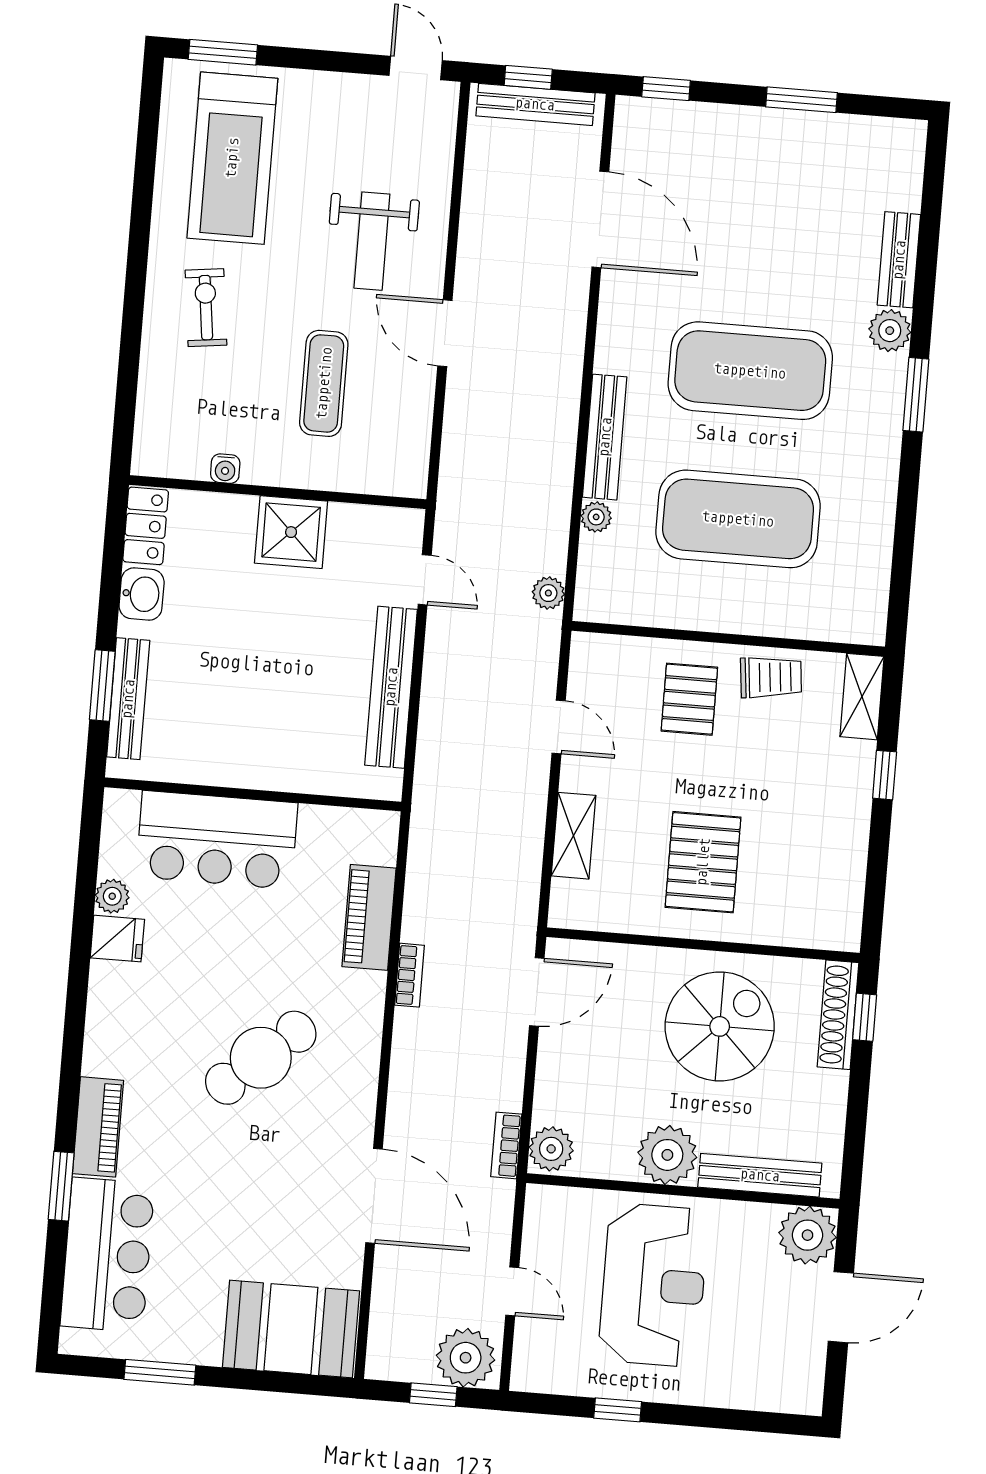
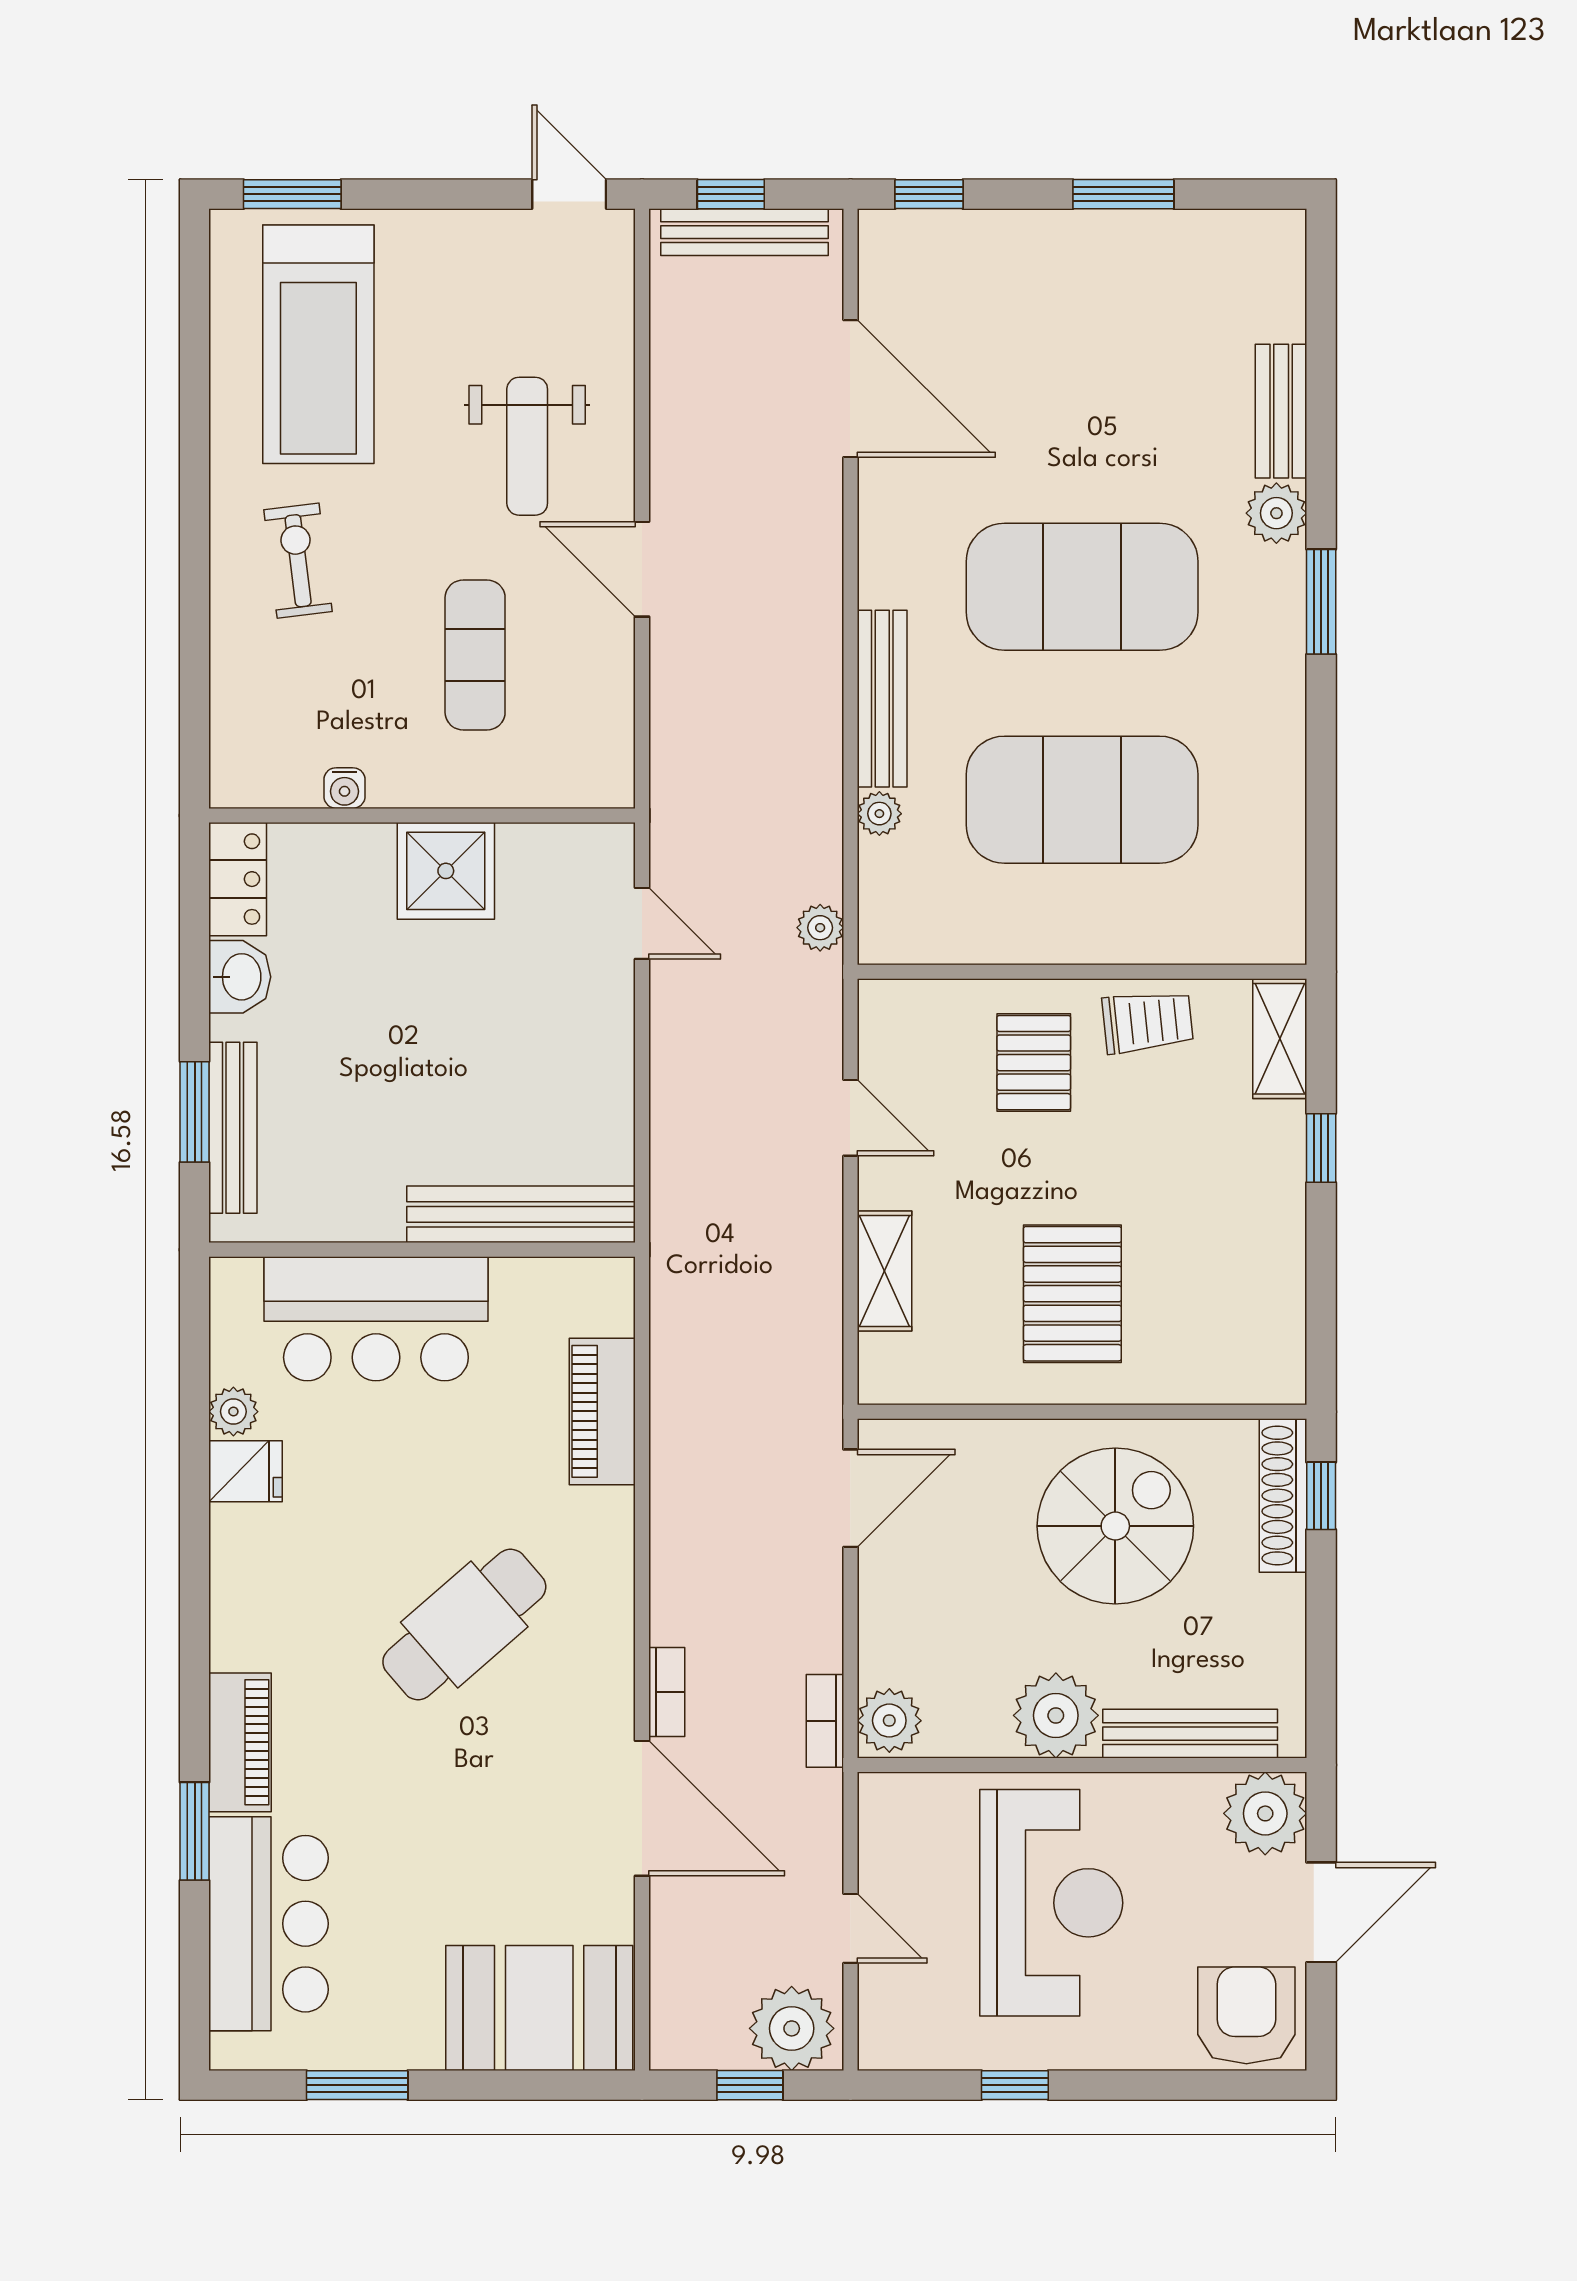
bench: (391, 687) -> (521, 1214), moved, turned 90
bookcase: (409, 975) -> (667, 1692), moved
armchair: (783, 1375) -> (1246, 2015), added

